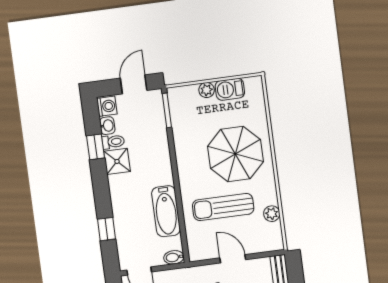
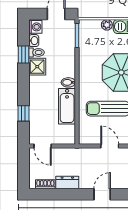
bidet: (174, 257) -> (68, 82), moved

